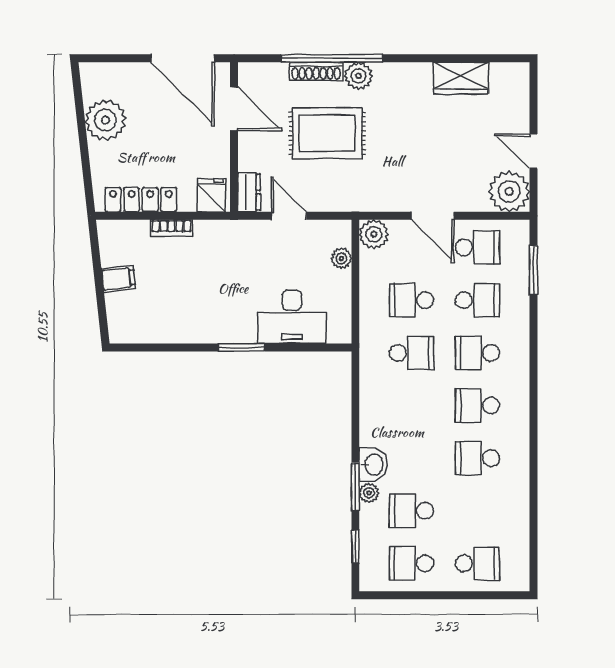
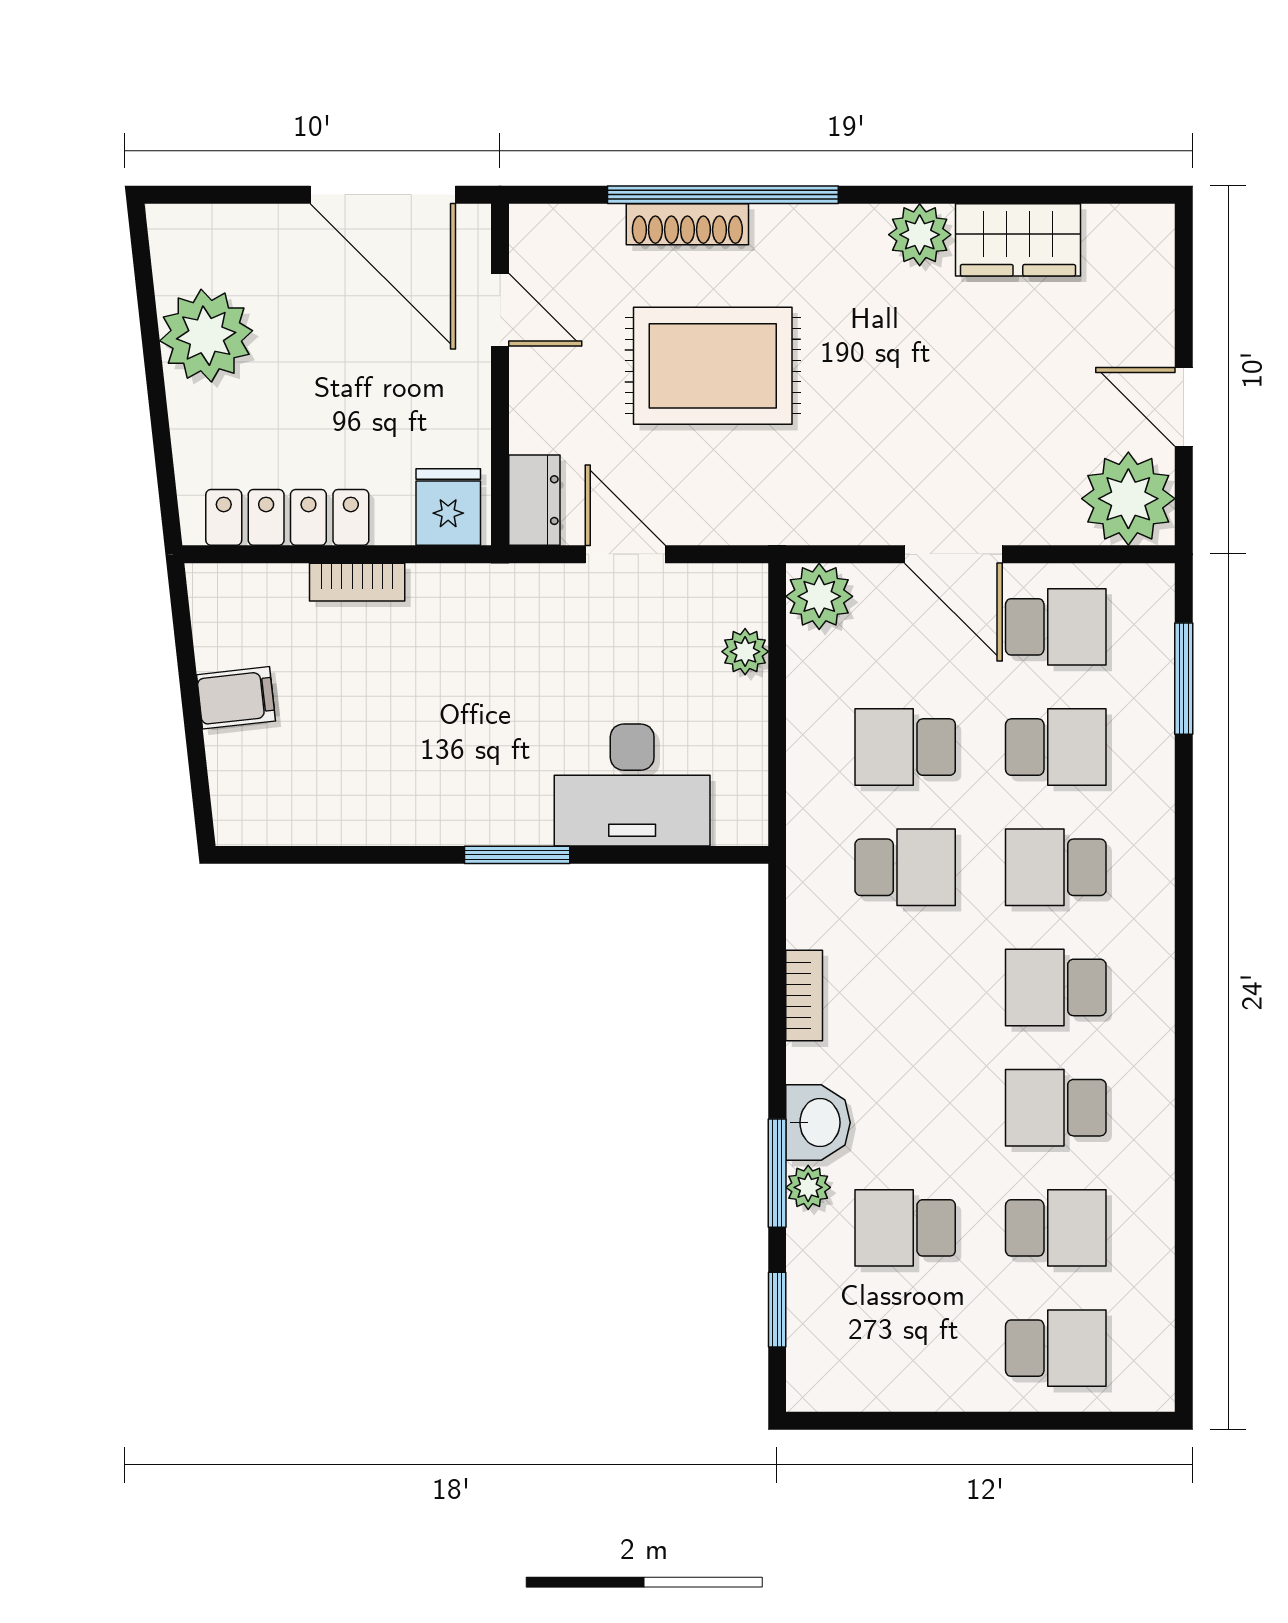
plant: (358, 76) -> (920, 235), moved
door: (234, 109) -> (500, 310), width x0.73
bookcase: (367, 409) -> (804, 995), added
school desk: (411, 563) -> (1056, 1228), moved, turned 180

